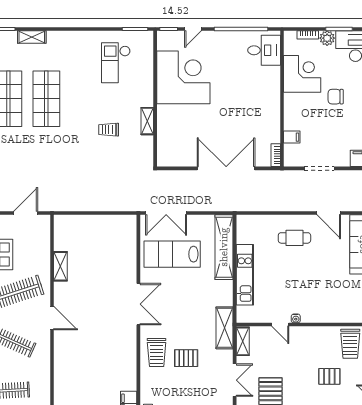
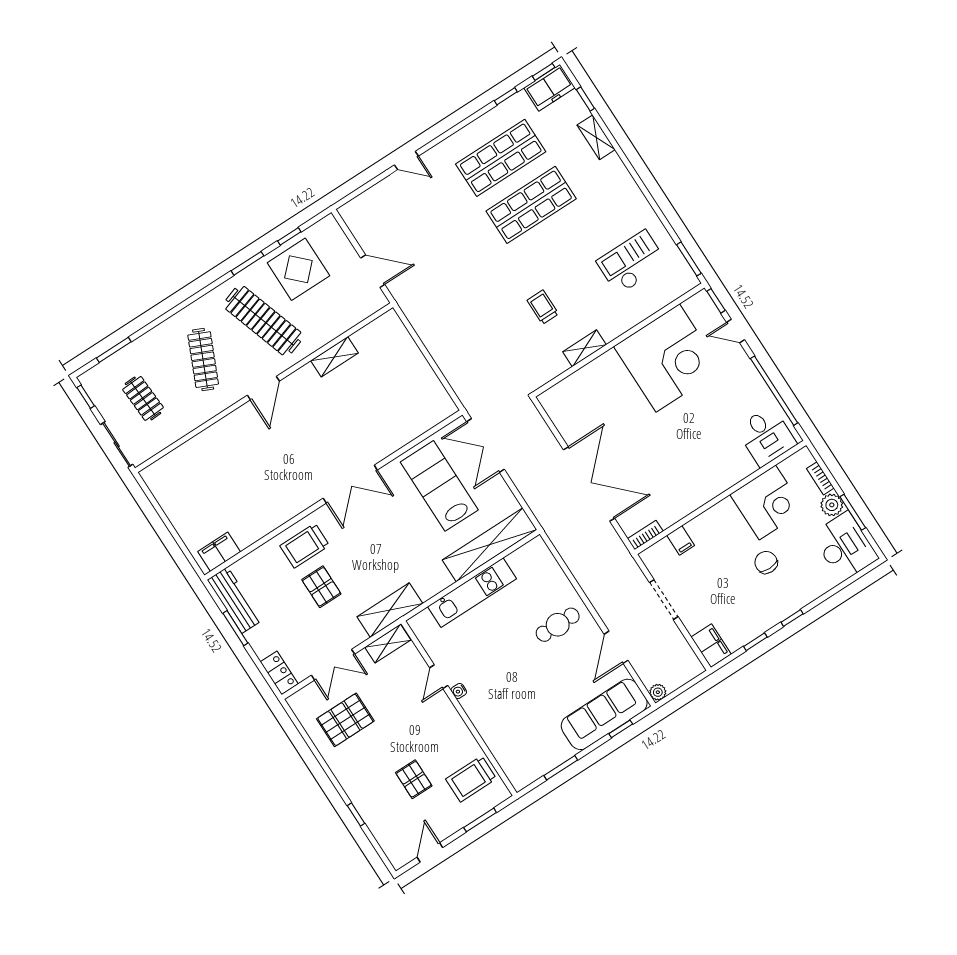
cafe table: (294, 238) -> (558, 625), turned 90

